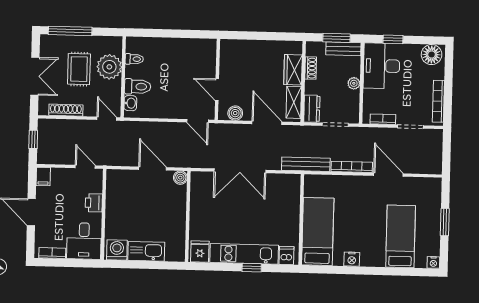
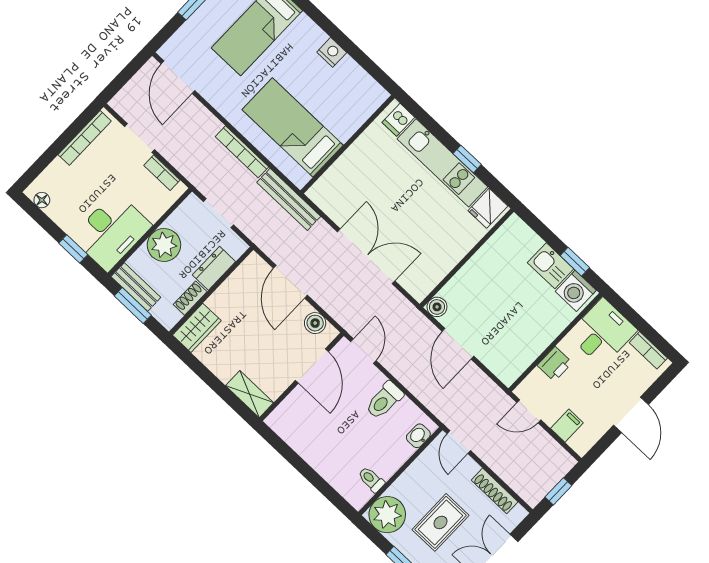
floor lamp: (432, 55) -> (42, 200), width x0.53, depth x0.53
plant: (109, 67) -> (387, 515), moved
wardrobe: (293, 70) -> (197, 328), moved
plant: (354, 83) -> (164, 245), width x1.88, depth x1.88
toilet: (138, 87) -> (384, 400), moved, turned -90
door: (217, 90) -> (312, 366), width x1.38
shelving: (294, 102) -> (250, 394), moved, turned 90
dresser: (312, 109) -> (214, 268), moved
door: (85, 167) -> (529, 411), hinge flipped
door: (388, 175) -> (178, 77), moved
filing cabinet: (43, 176) -> (567, 426), moved
bed: (318, 232) -> (293, 127), moved, turned 90
kitchen sink: (146, 251) -> (551, 266), width x0.73
window: (131, 264) -> (575, 262), added
window: (252, 268) -> (467, 159), moved

